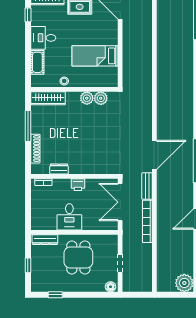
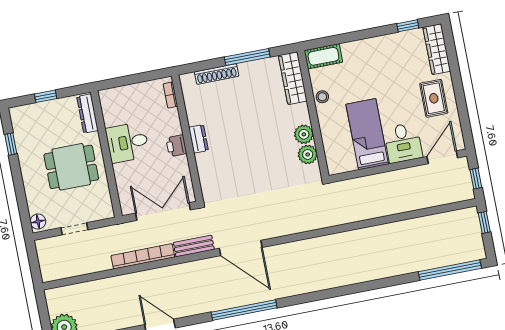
desk: (43, 38) -> (403, 143), moved, turned 180
cot: (37, 62) -> (323, 56), moved
dresser: (59, 169) -> (199, 139), moved

